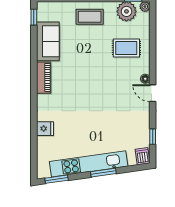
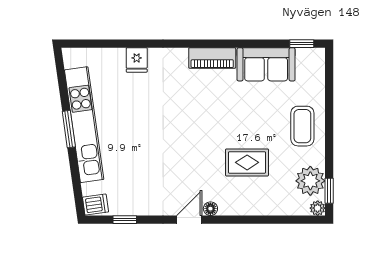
rug: (126, 48) -> (247, 162), moved, turned 90
window: (103, 173) -> (69, 129), moved
window: (57, 179) -> (61, 77), removed

